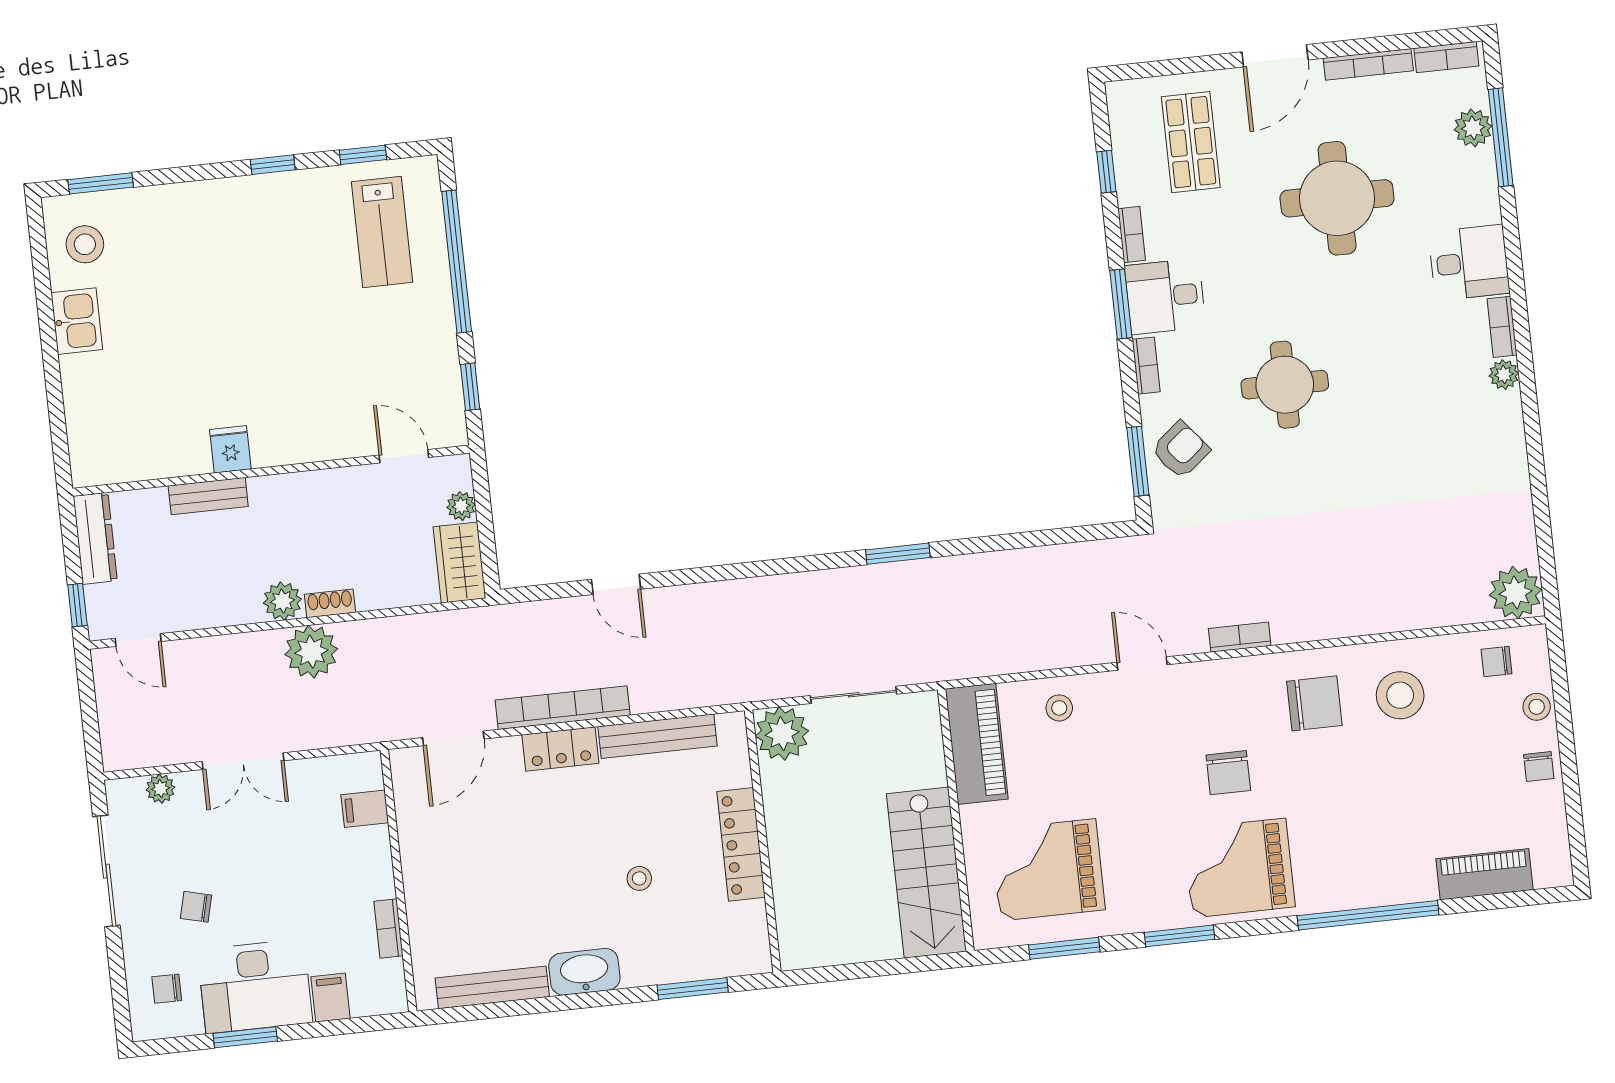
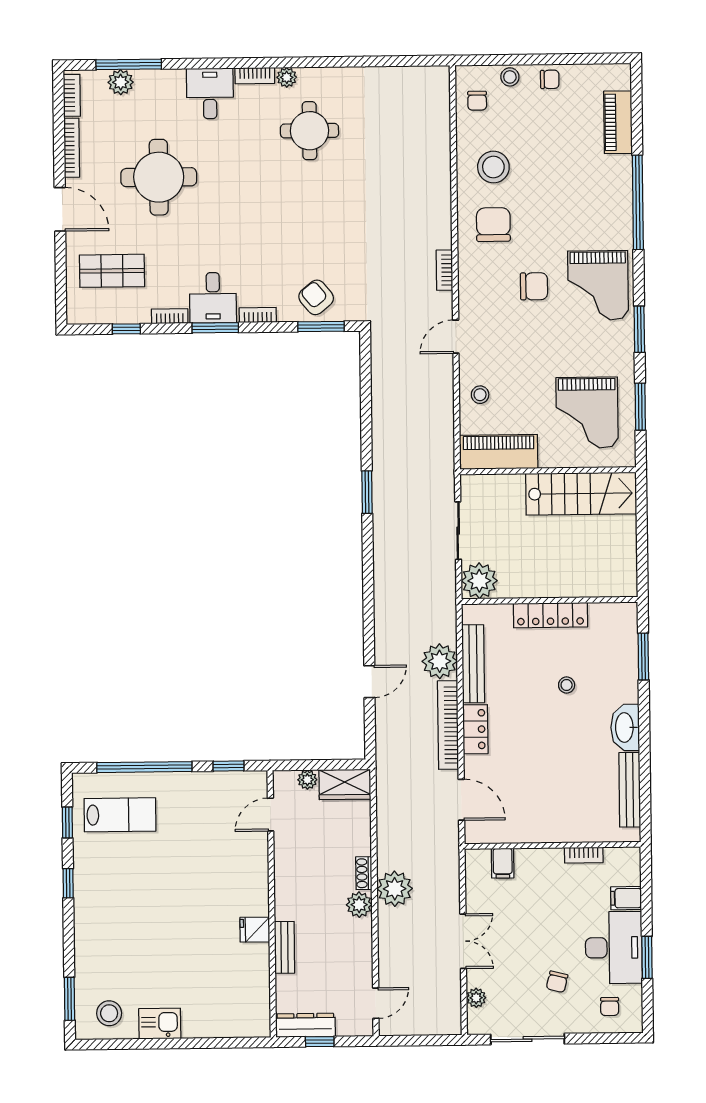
round table: (1285, 385) -> (309, 131), moved
plant: (1516, 593) -> (440, 661), moved
window: (77, 605) -> (320, 1042), moved

